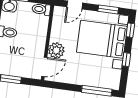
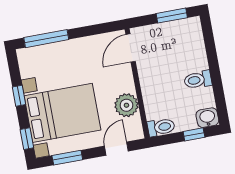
plant: (56, 50) -> (126, 105), moved

